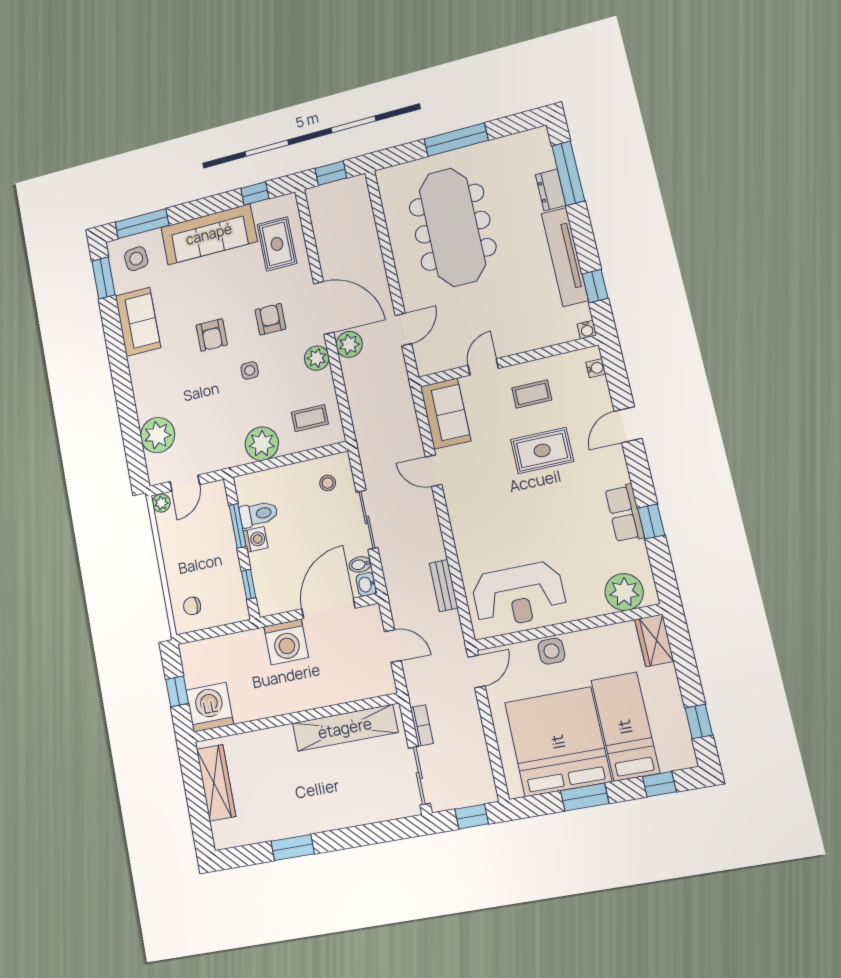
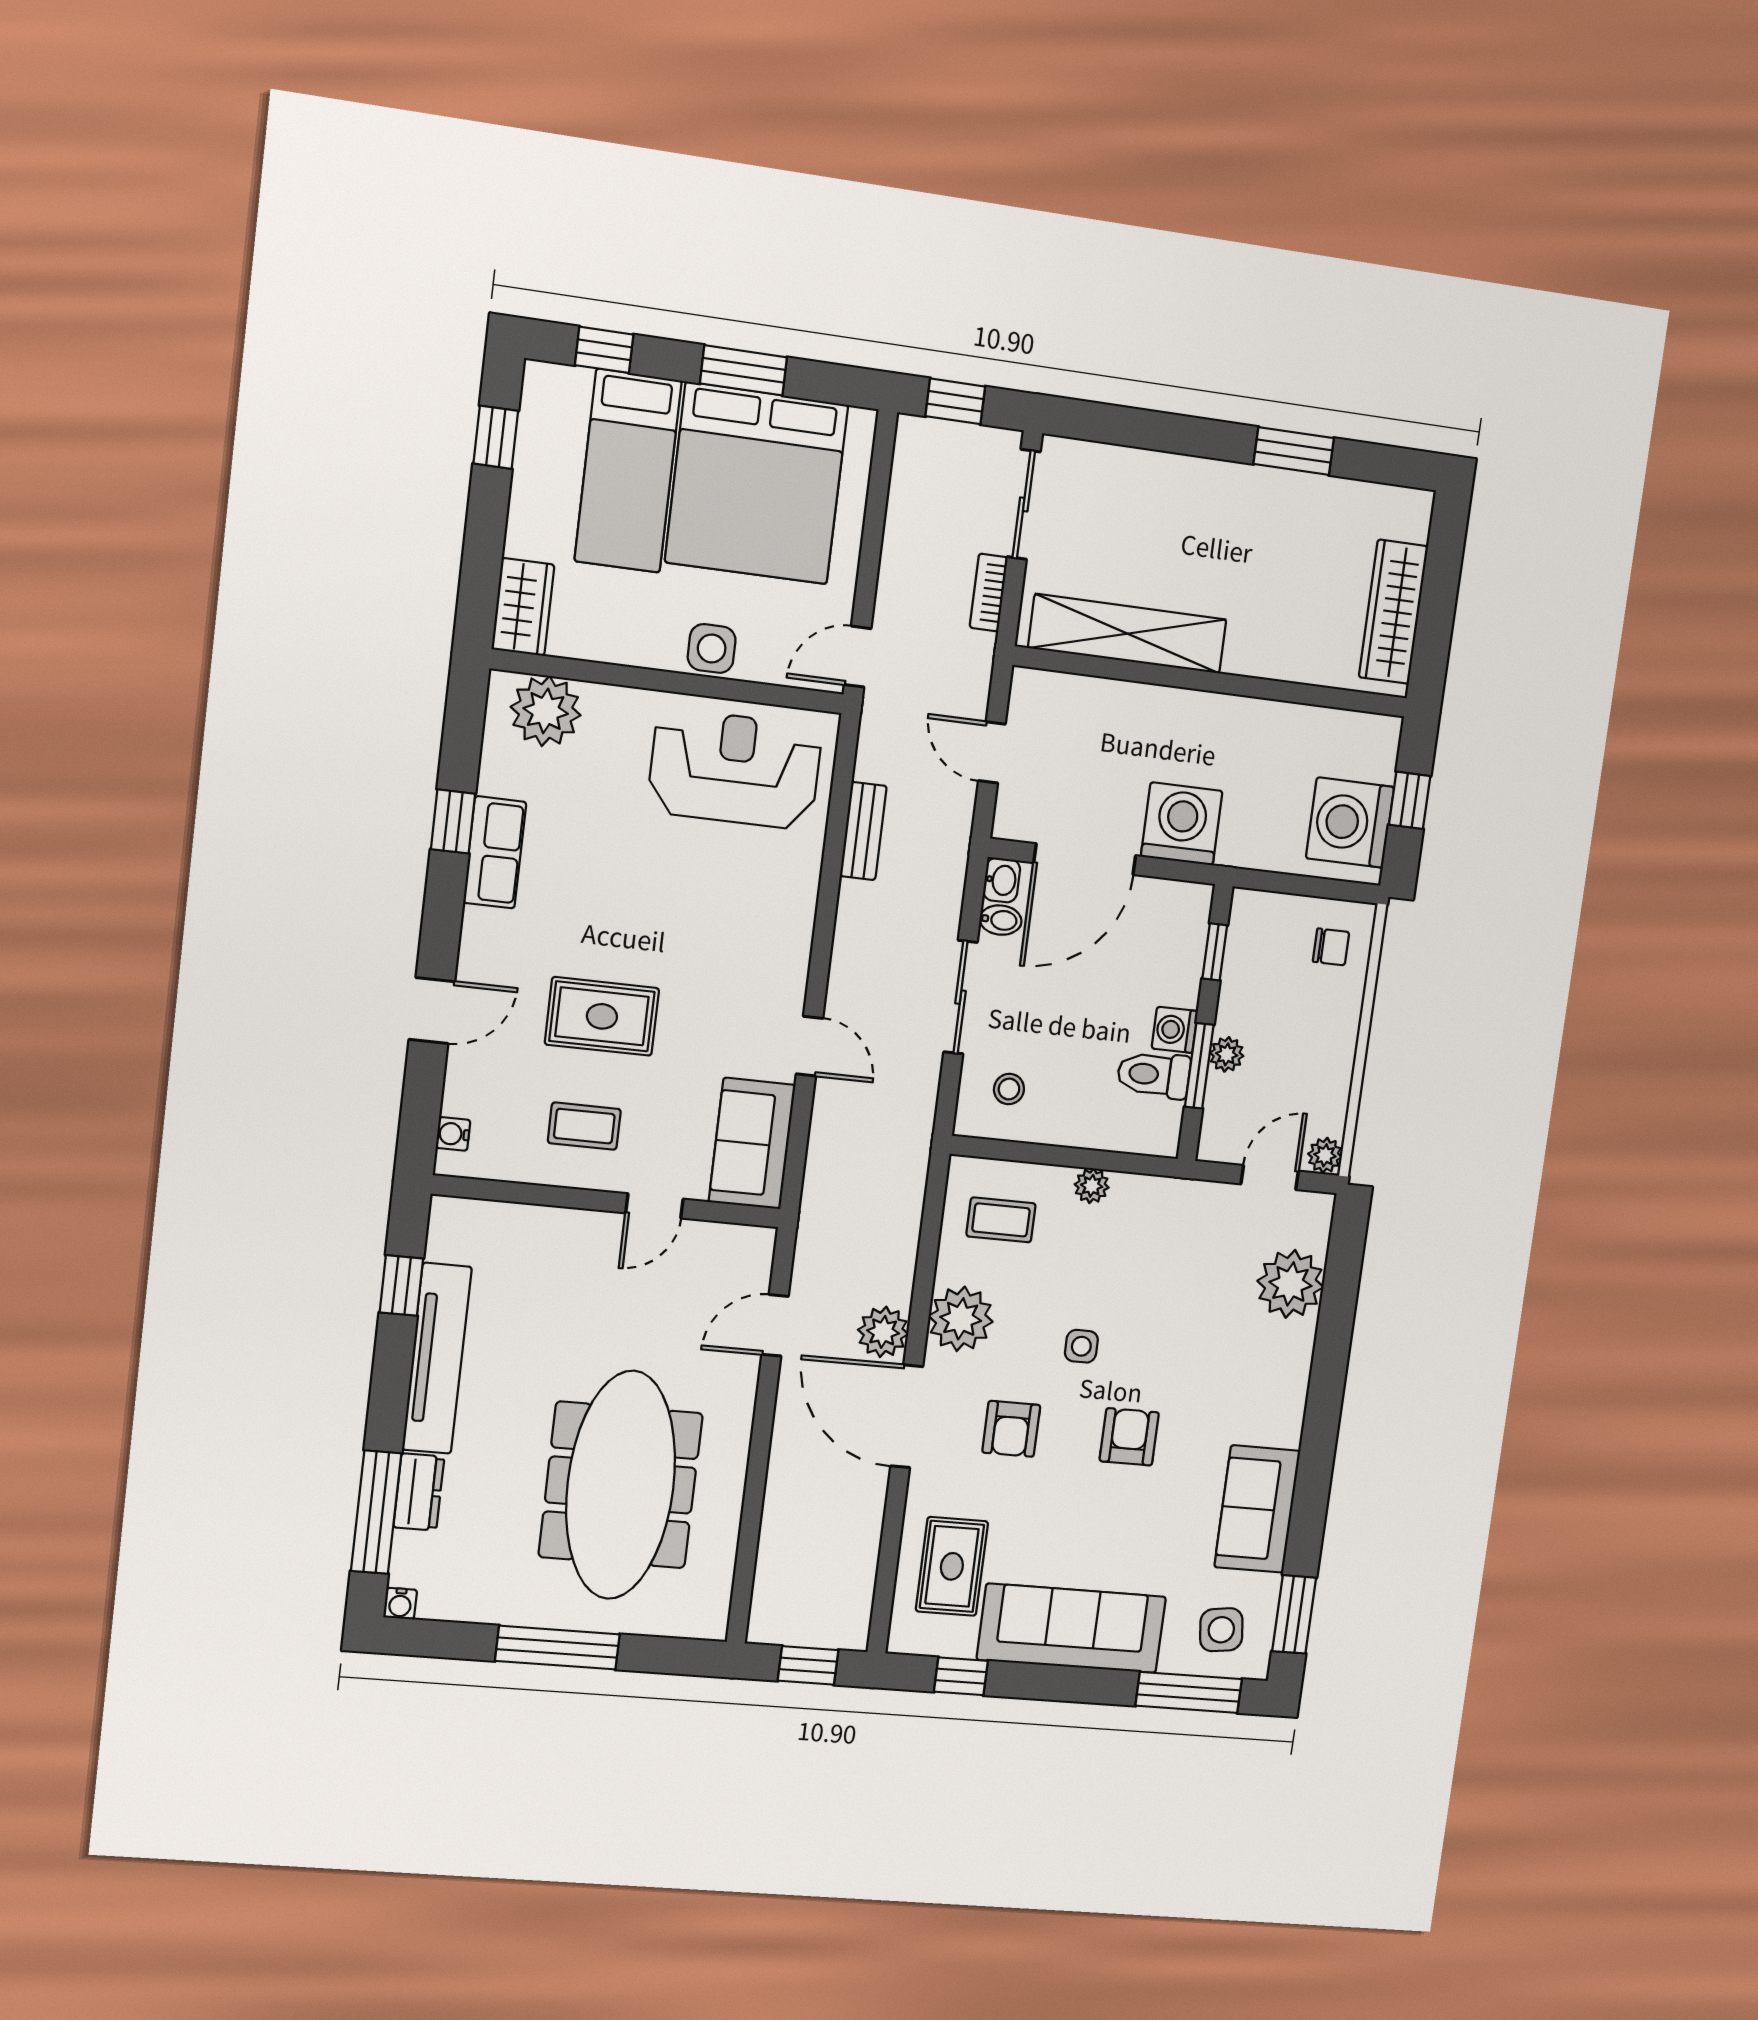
water cooler: (587, 330) -> (400, 1604), moved, turned 180
plant: (317, 358) -> (961, 1319), width x1.36, depth x1.36
plant: (262, 444) -> (1092, 1186), width x0.53, depth x0.53
plant: (226, 536) -> (1227, 1054), added
washing machine: (210, 707) -> (1350, 823), moved, turned 90

